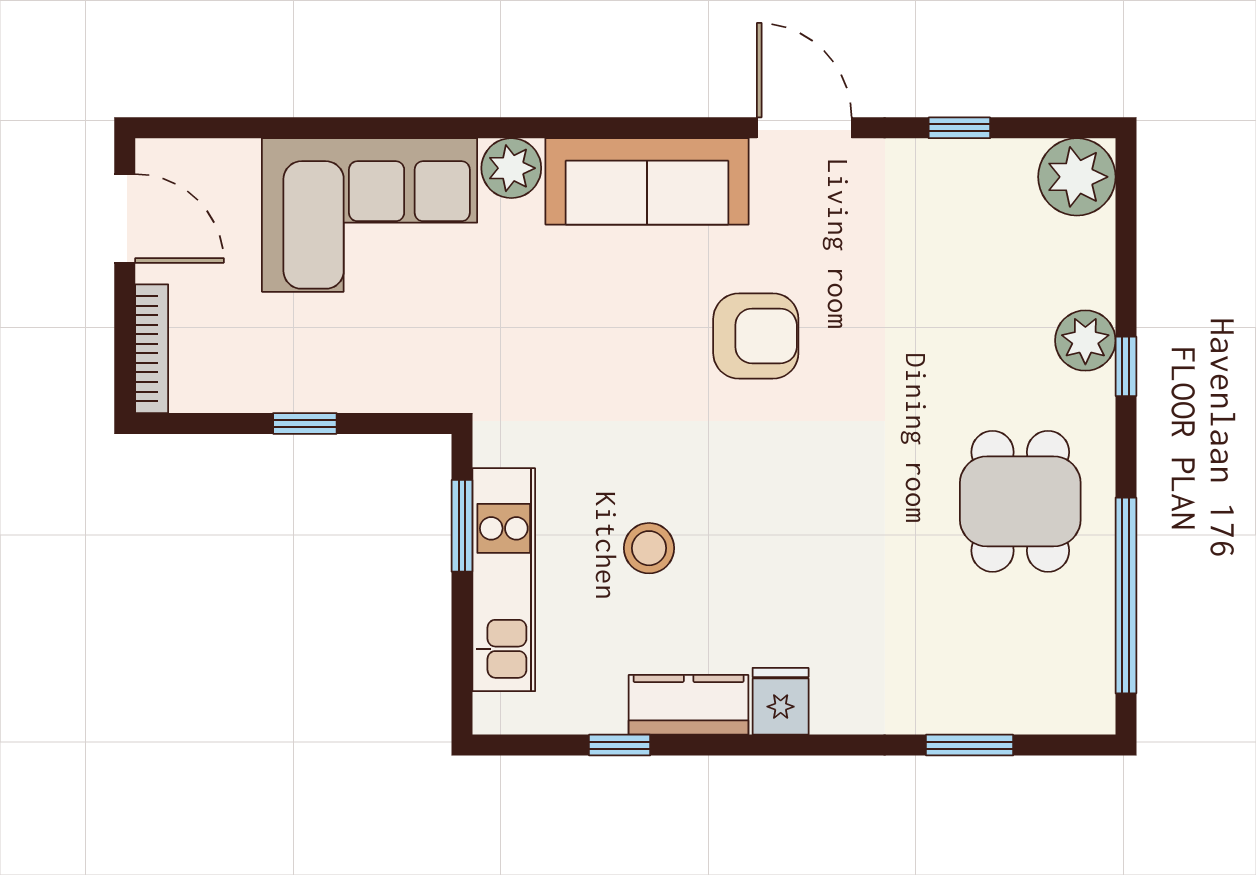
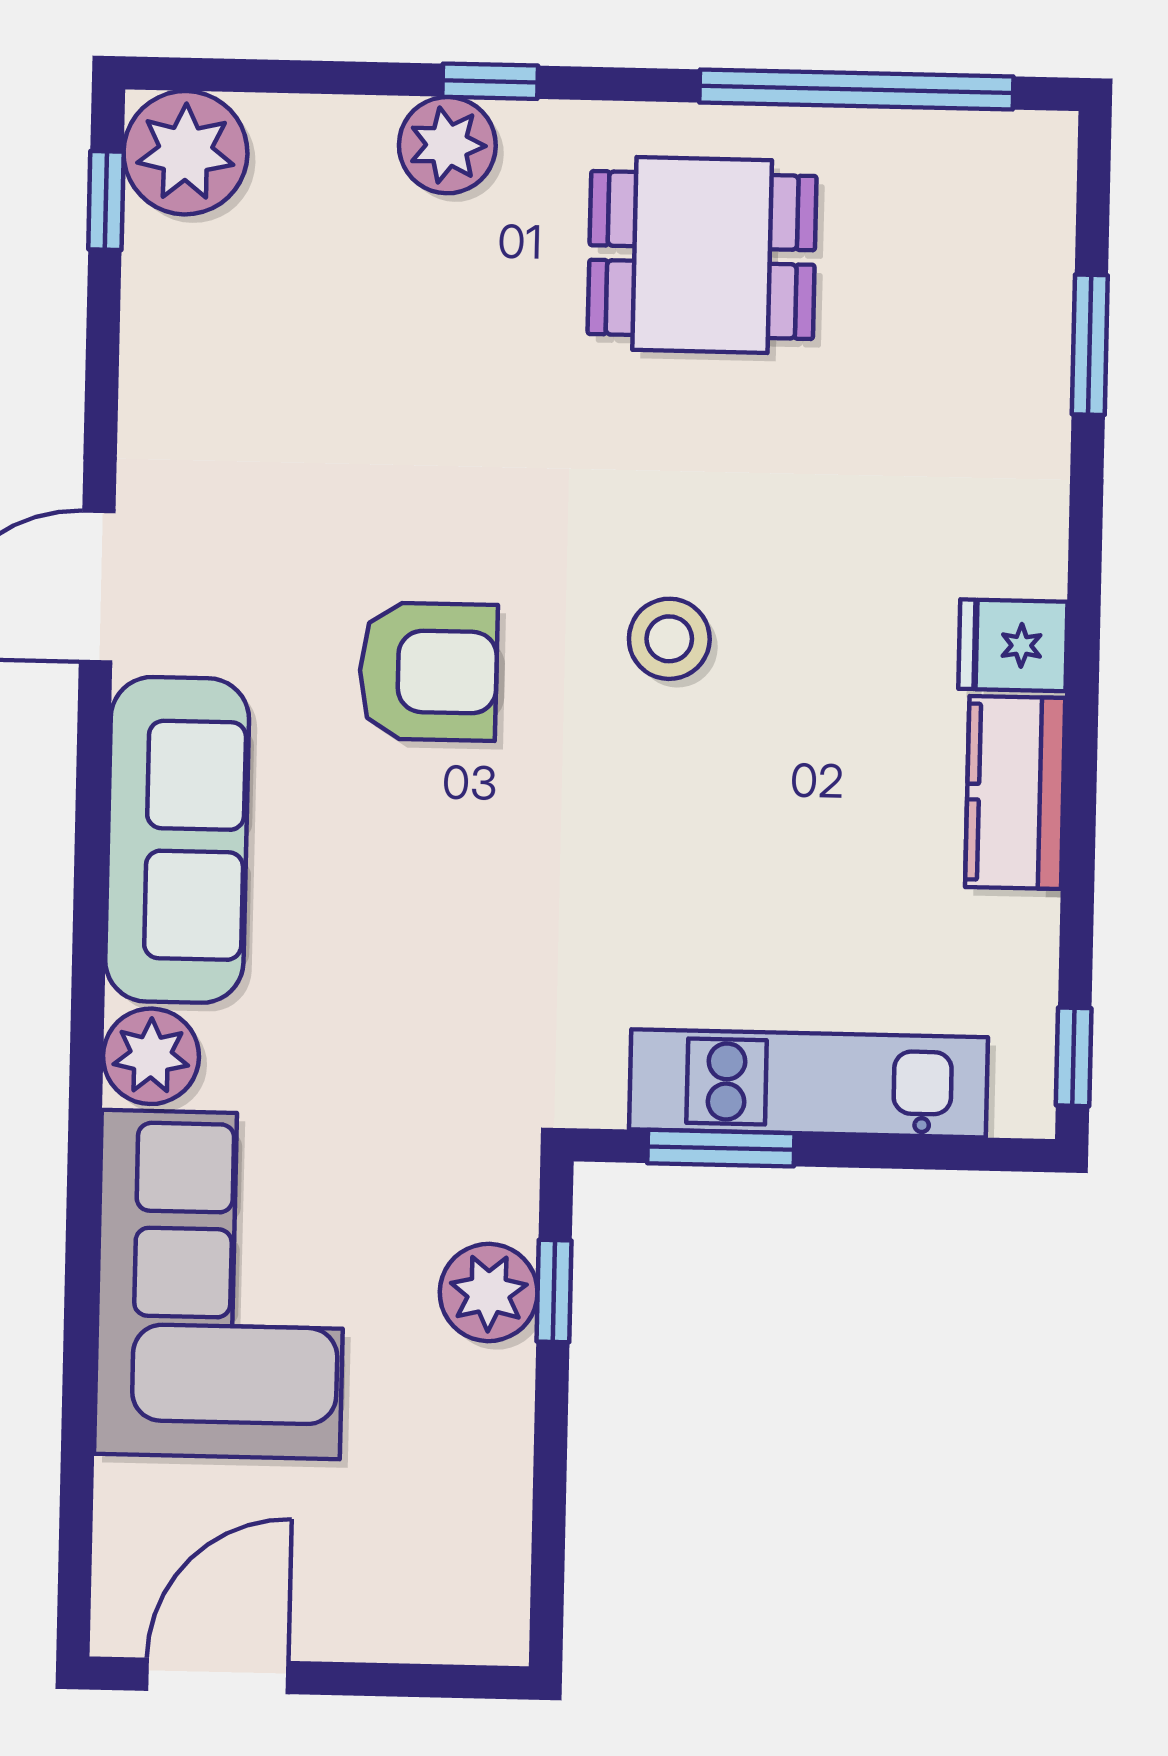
window: (959, 128) -> (106, 200), moved
armchair: (756, 336) -> (428, 672), turned 90
bookcase: (152, 349) -> (427, 1638), removed
plant: (368, 383) -> (489, 1292), added
window: (305, 423) -> (554, 1291), moved
stool: (649, 548) -> (669, 639), moved
window: (620, 745) -> (1074, 1057), moved

